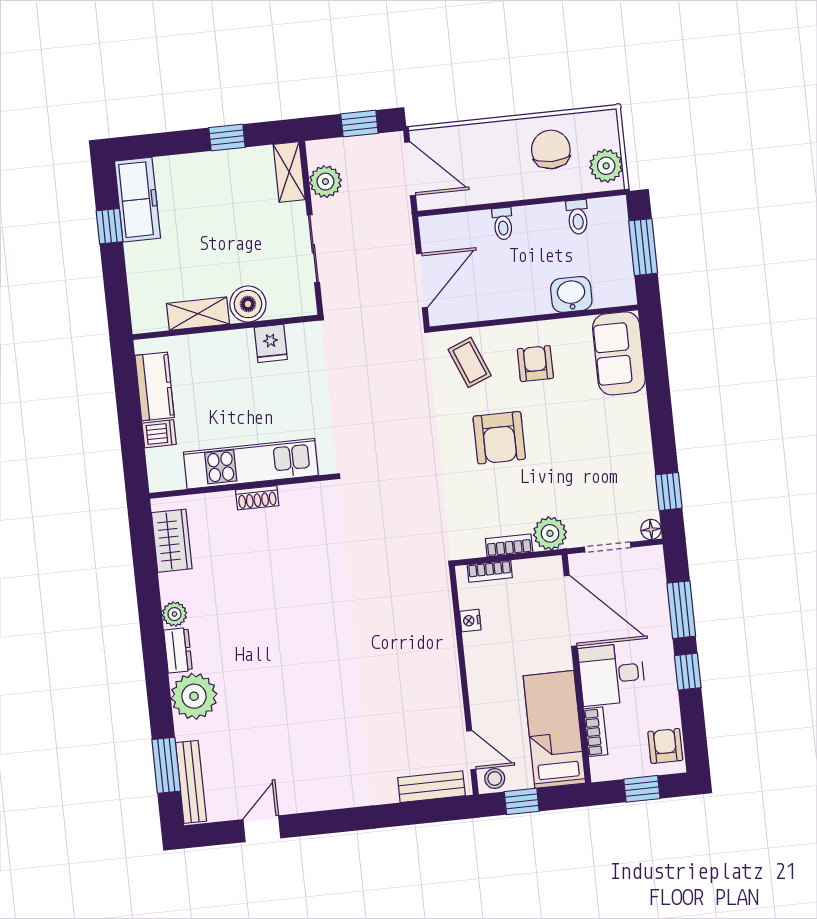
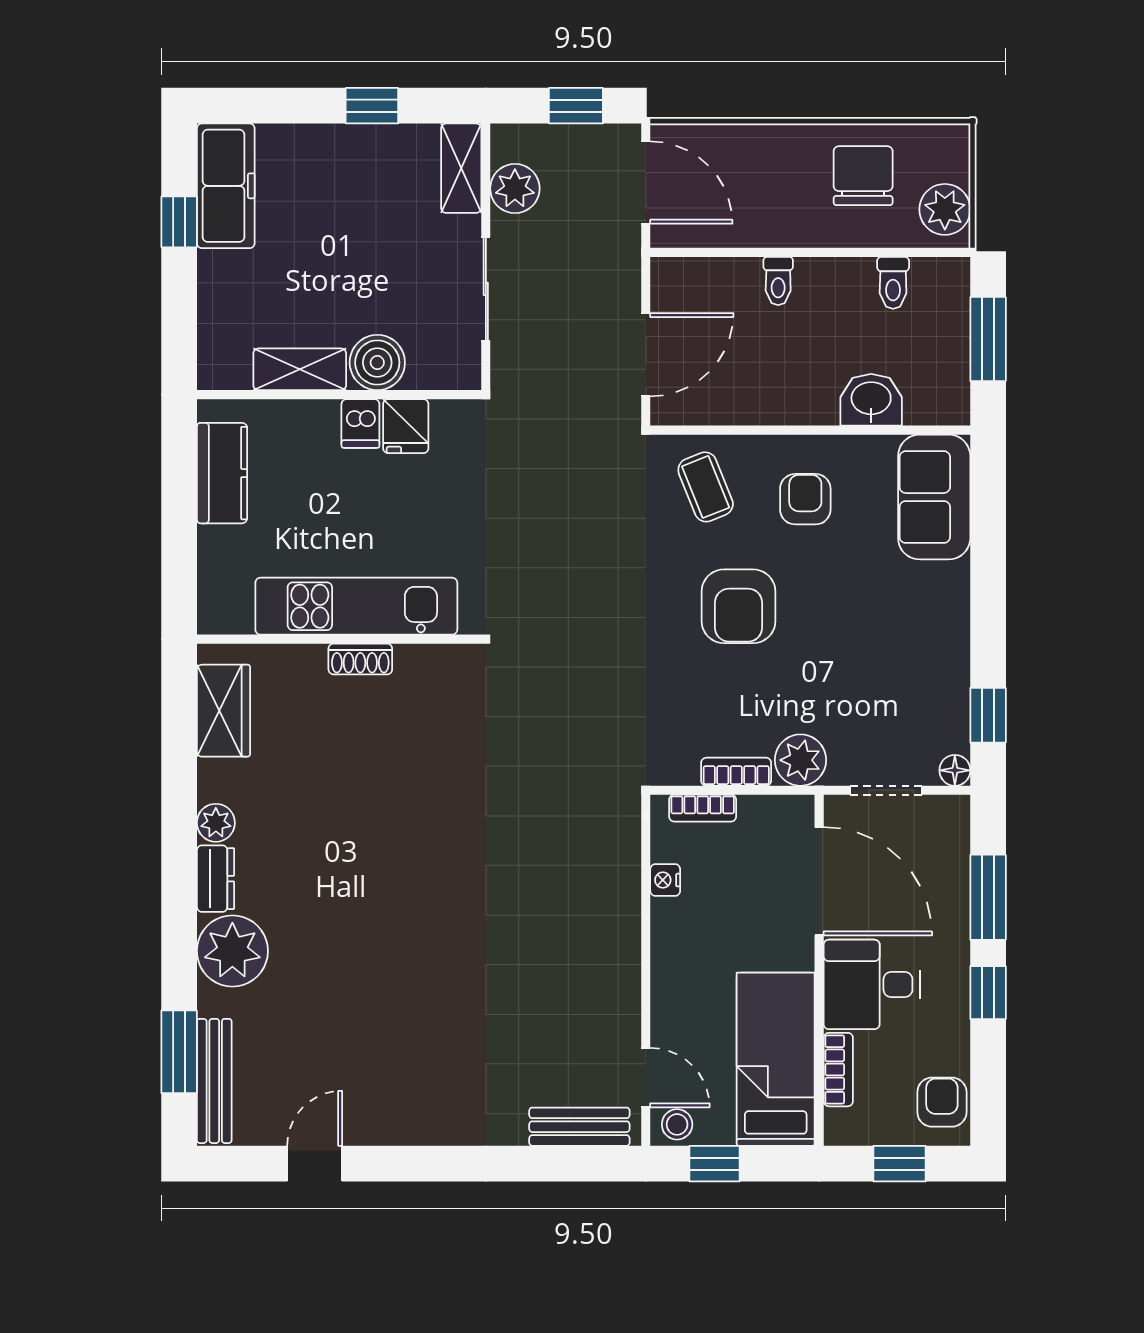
dishwasher: (159, 434) -> (360, 424), moved, turned 90

